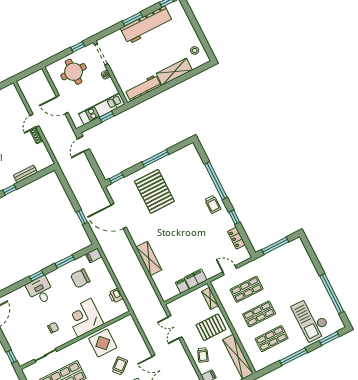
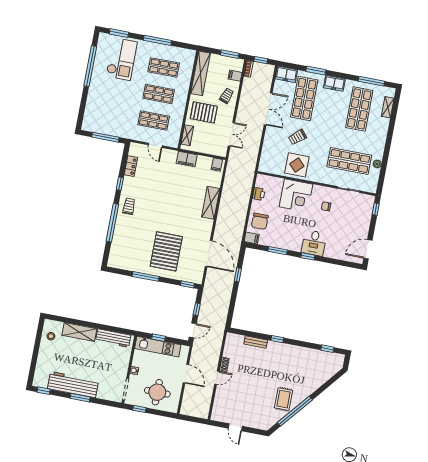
window: (94, 164) -> (197, 309), added
chair: (80, 278) -> (260, 221), moved, turned 90
filing cabinet: (182, 286) -> (217, 165), moved

